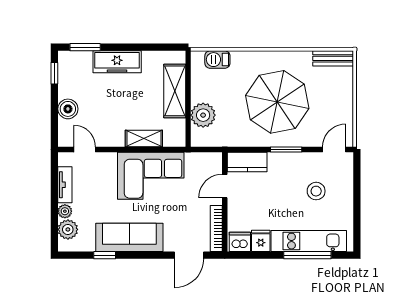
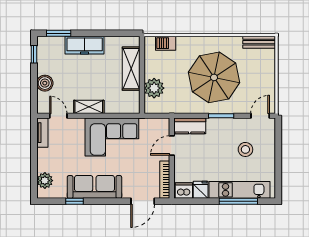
shelving: (144, 138) -> (89, 107), moved
tv unit: (65, 185) -> (42, 133), moved
plant: (65, 211) -> (42, 166), removed

